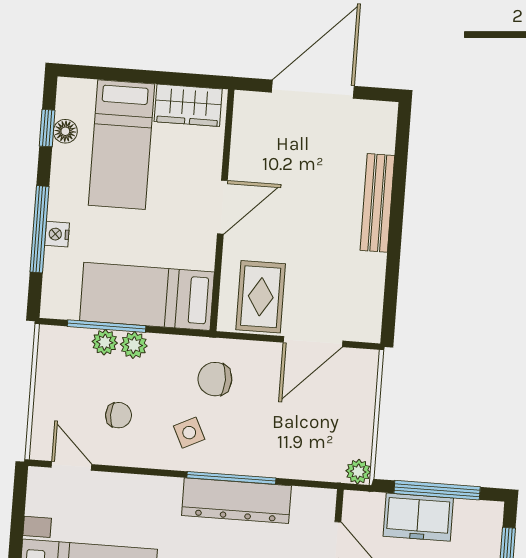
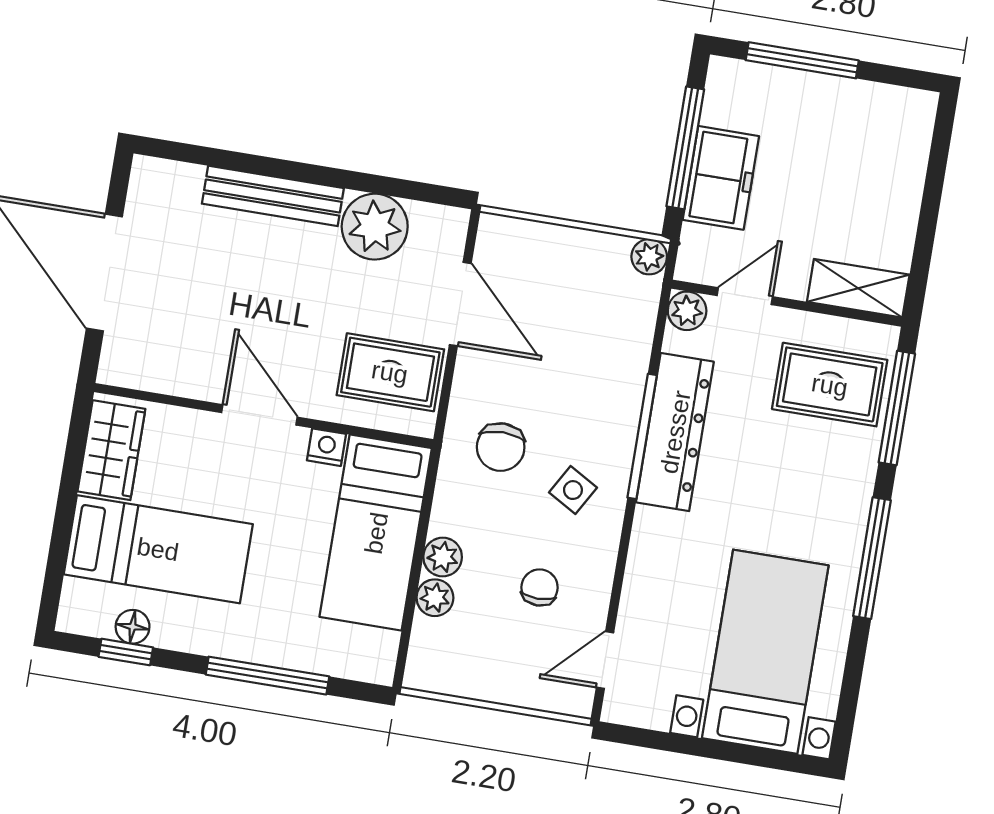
nightstand: (57, 234) -> (326, 447), moved, turned 180
plant: (362, 277) -> (375, 227), added
window: (107, 326) -> (412, 593), removed
side table: (189, 433) -> (573, 490), turned -34
plant: (323, 502) -> (687, 311), added

